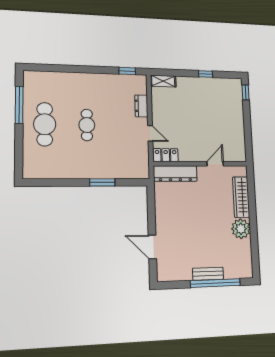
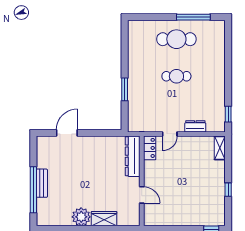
wardrobe: (241, 197) -> (104, 219), width x0.67

